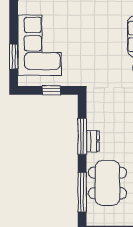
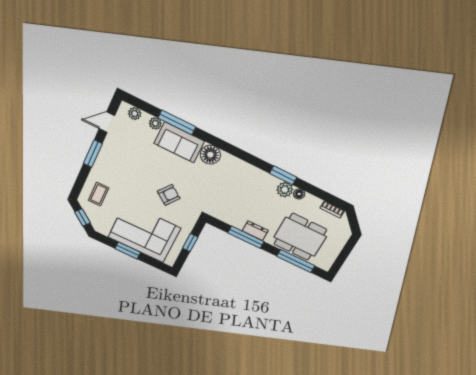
armchair: (87, 50) -> (169, 195), added
window: (14, 57) -> (128, 250), moved

